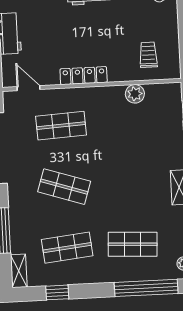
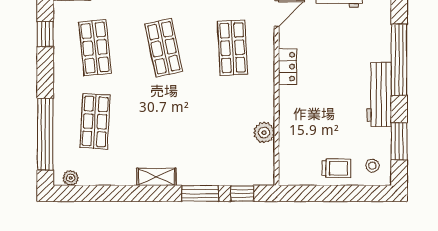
trolley: (148, 55) -> (336, 168), moved
locker: (84, 76) -> (288, 67), width x0.66
shop shelf: (64, 187) -> (164, 48), turned -30

